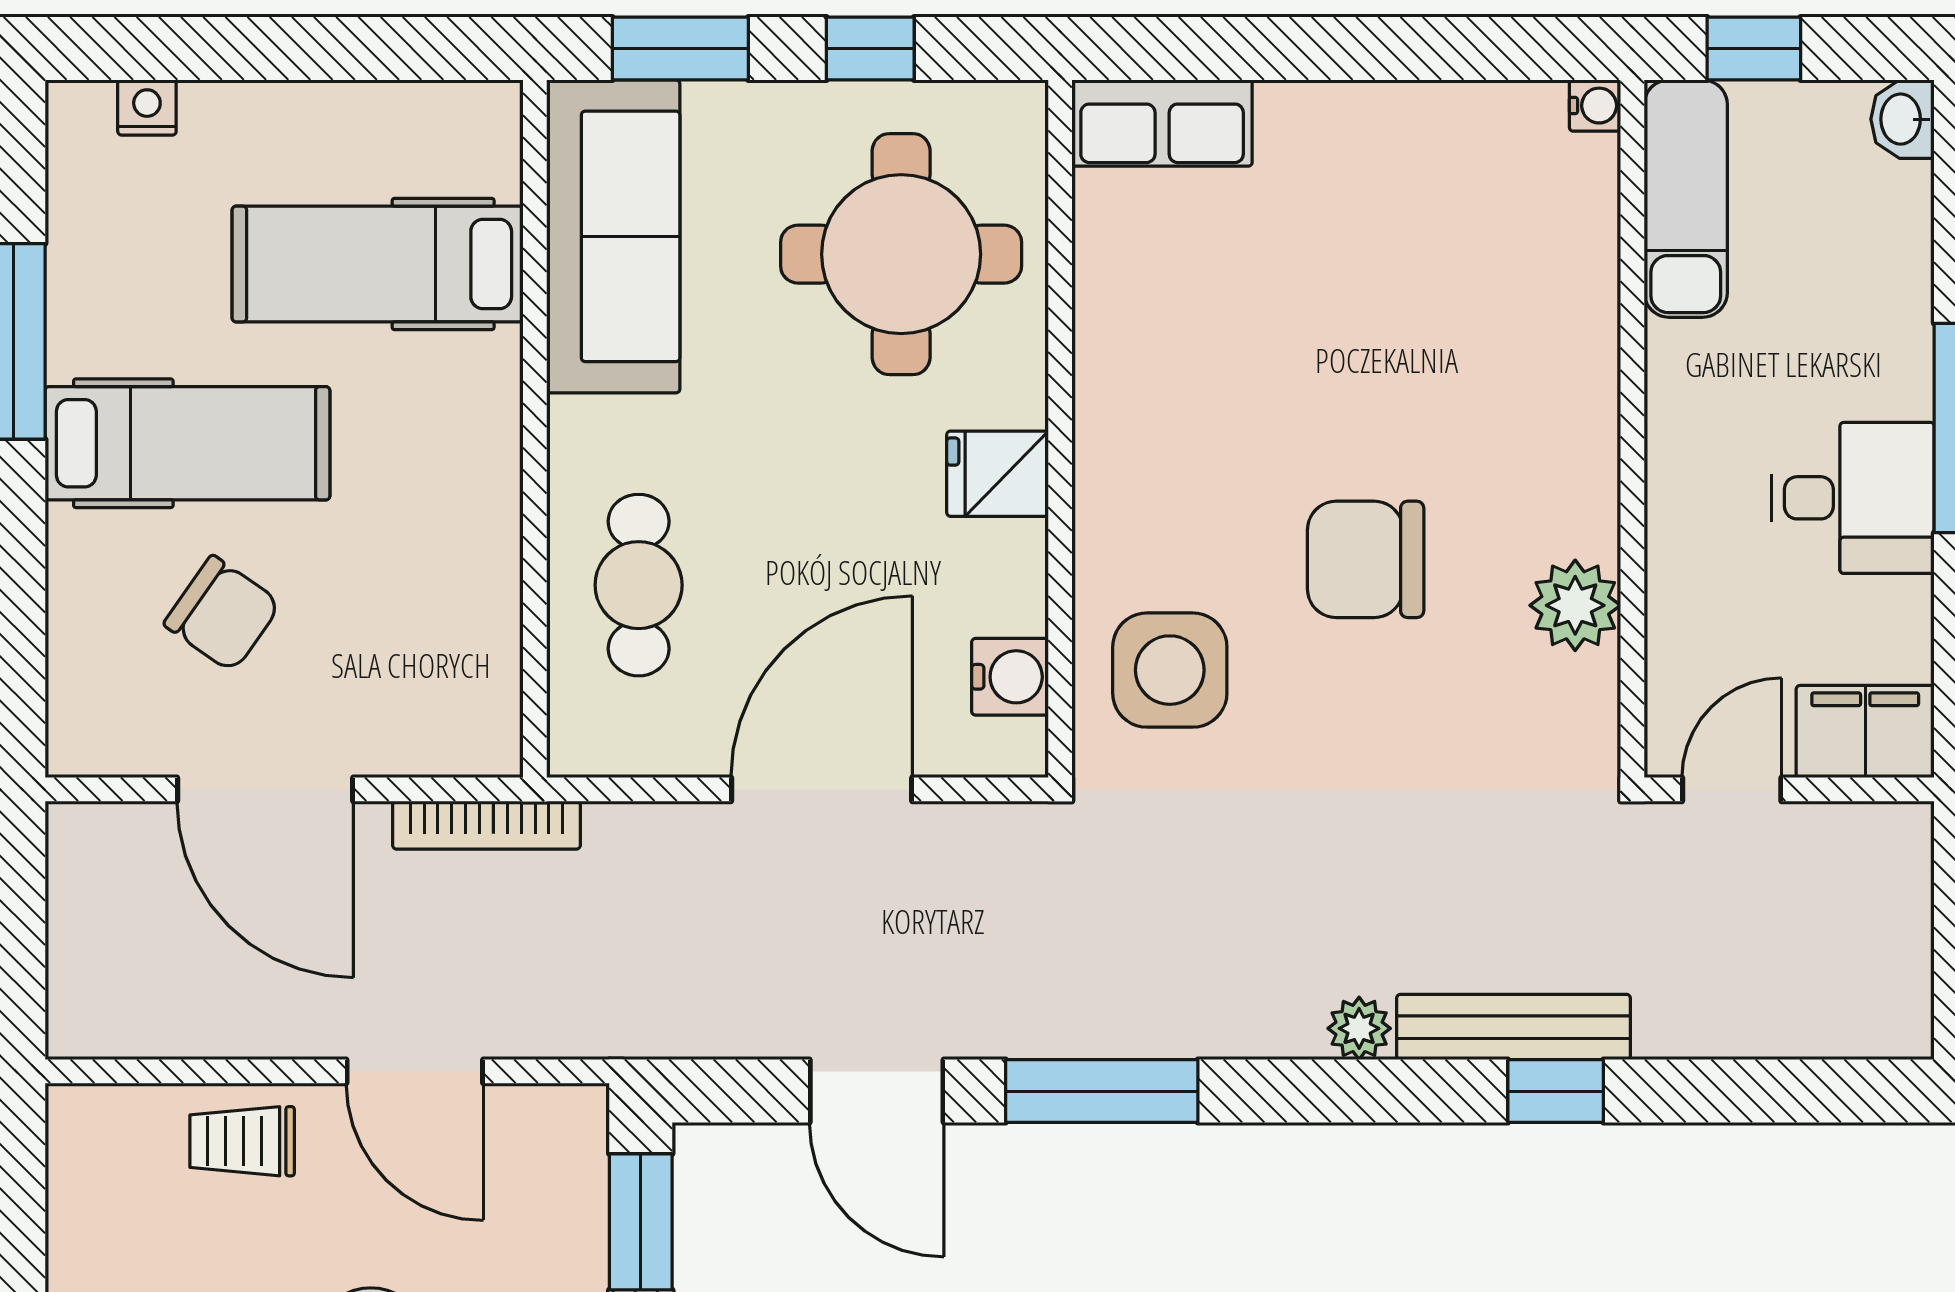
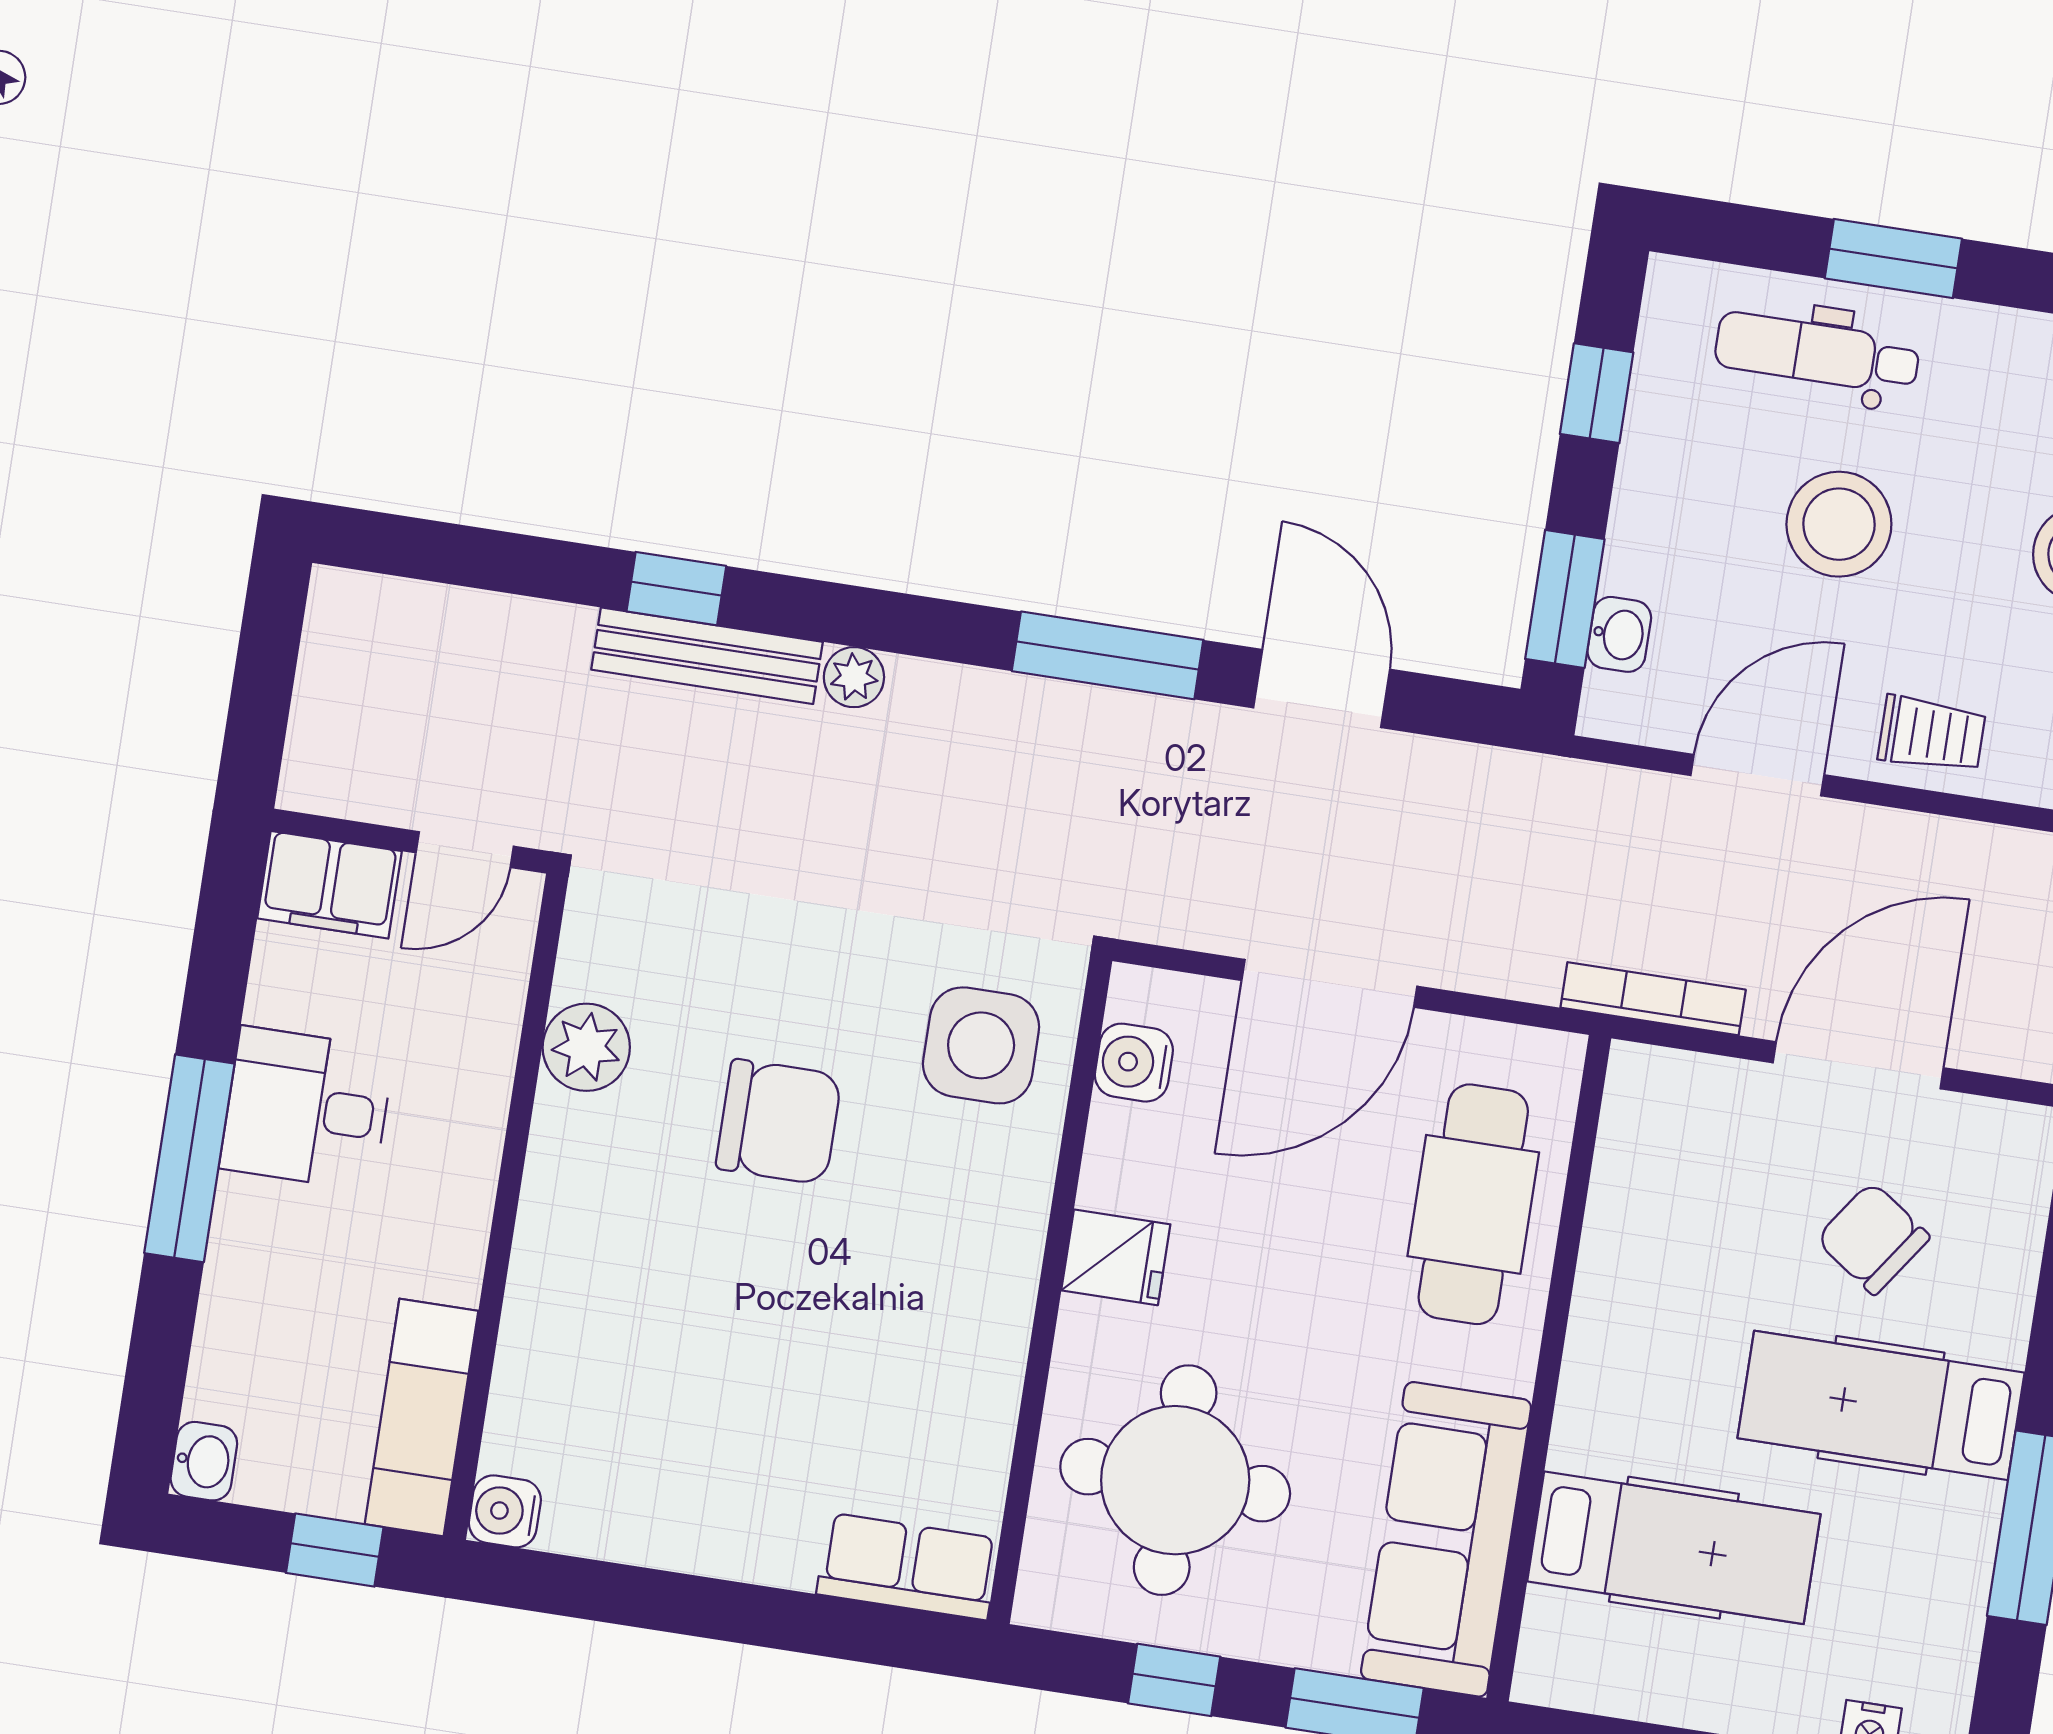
water cooler: (1595, 106) -> (505, 1511), width x1.38, depth x1.38
cafe table: (639, 585) -> (1473, 1204), width x1.37, depth x1.35
door: (265, 789) -> (1858, 1065), hinge flipped
door: (415, 1071) -> (1757, 775), hinge flipped
washbasin: (579, 1194) -> (1619, 634), added

